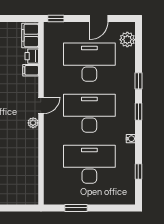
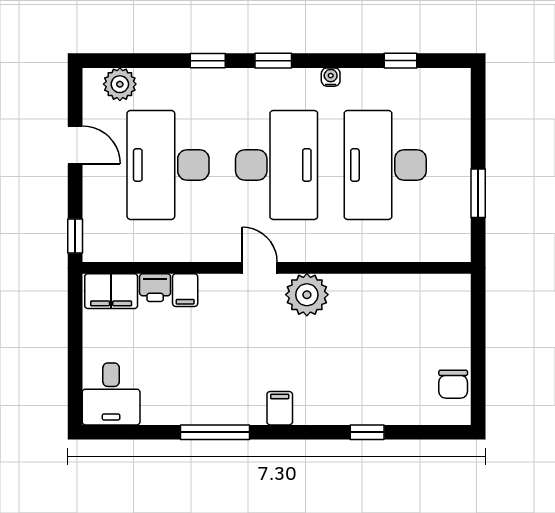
desk: (89, 113) -> (277, 165), turned 180
plant: (33, 123) -> (307, 295), width x1.87, depth x1.87

